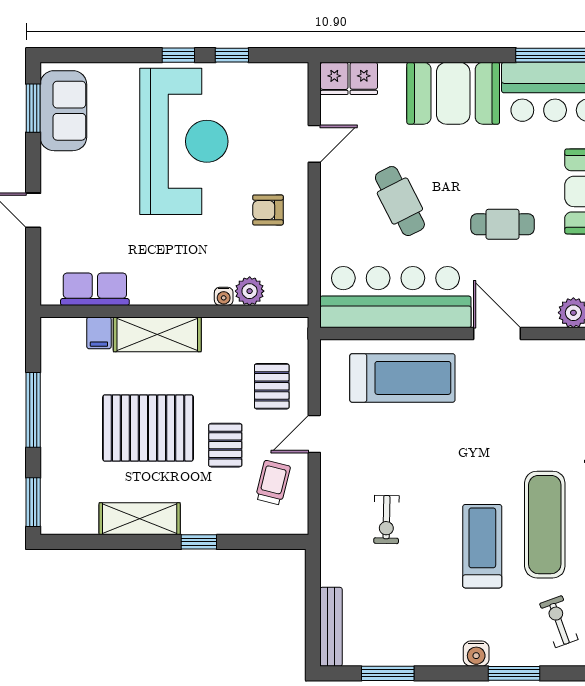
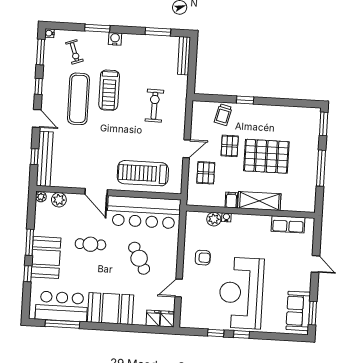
filing cabinet: (99, 333) -> (231, 200), moved
trolley: (273, 483) -> (223, 115), moved
shelving: (140, 519) -> (273, 113), removed
exercise bike: (386, 519) -> (154, 106), width x1.38, depth x1.39

